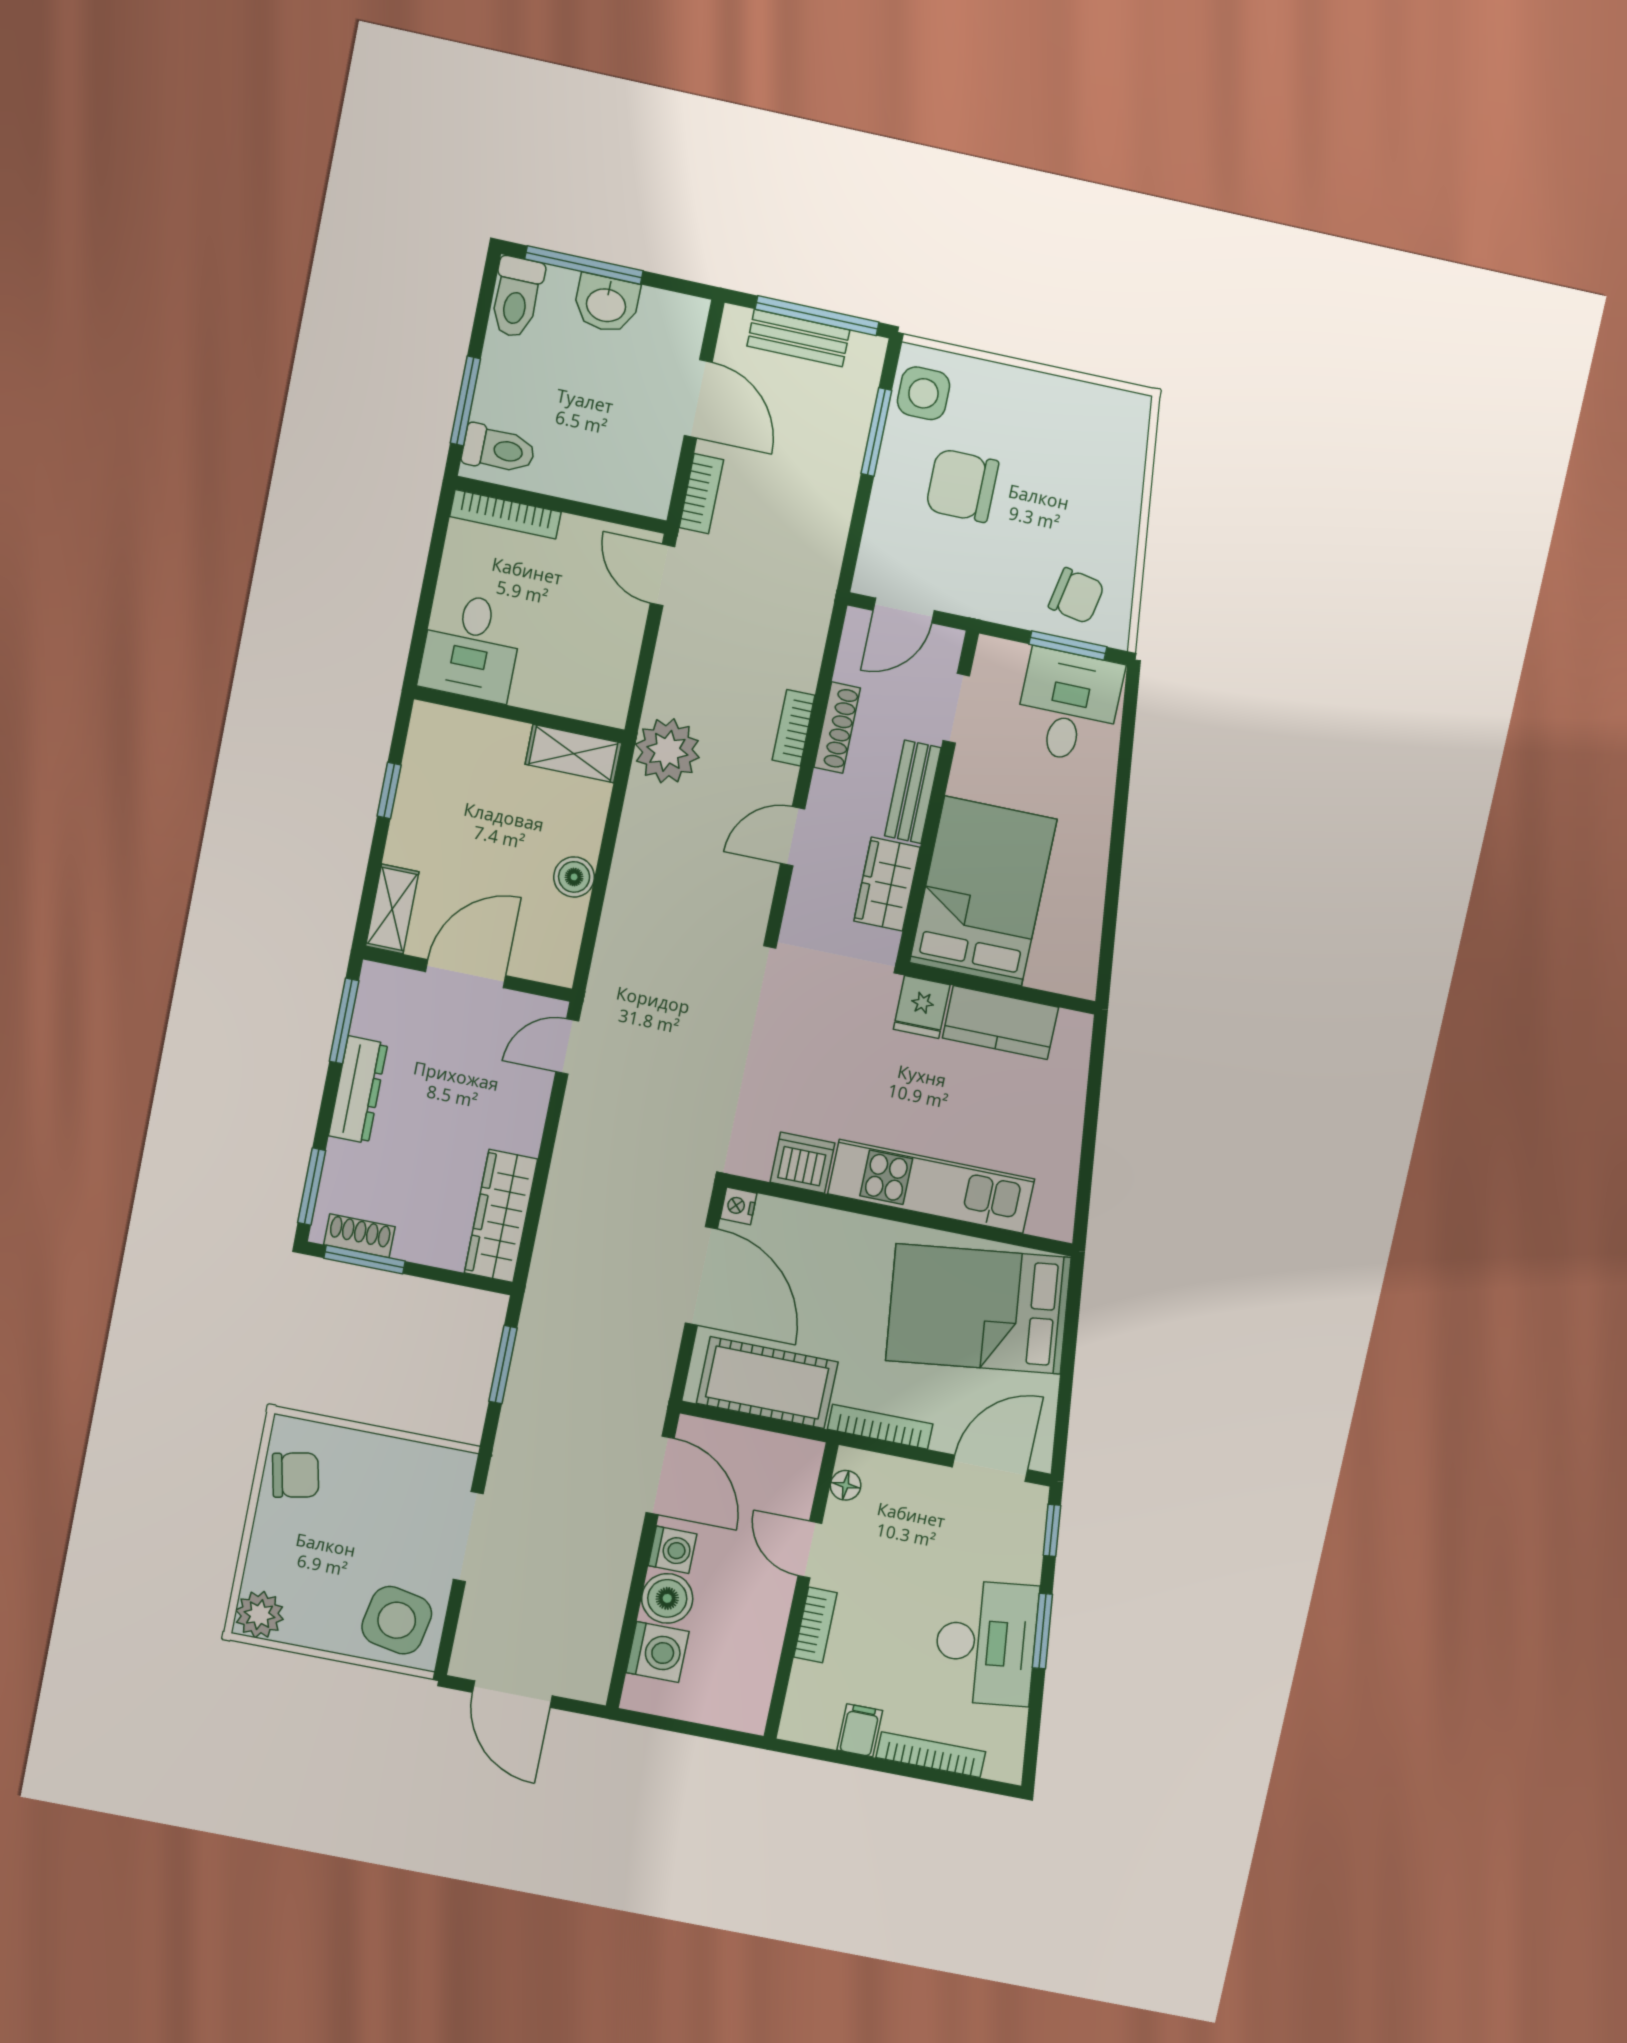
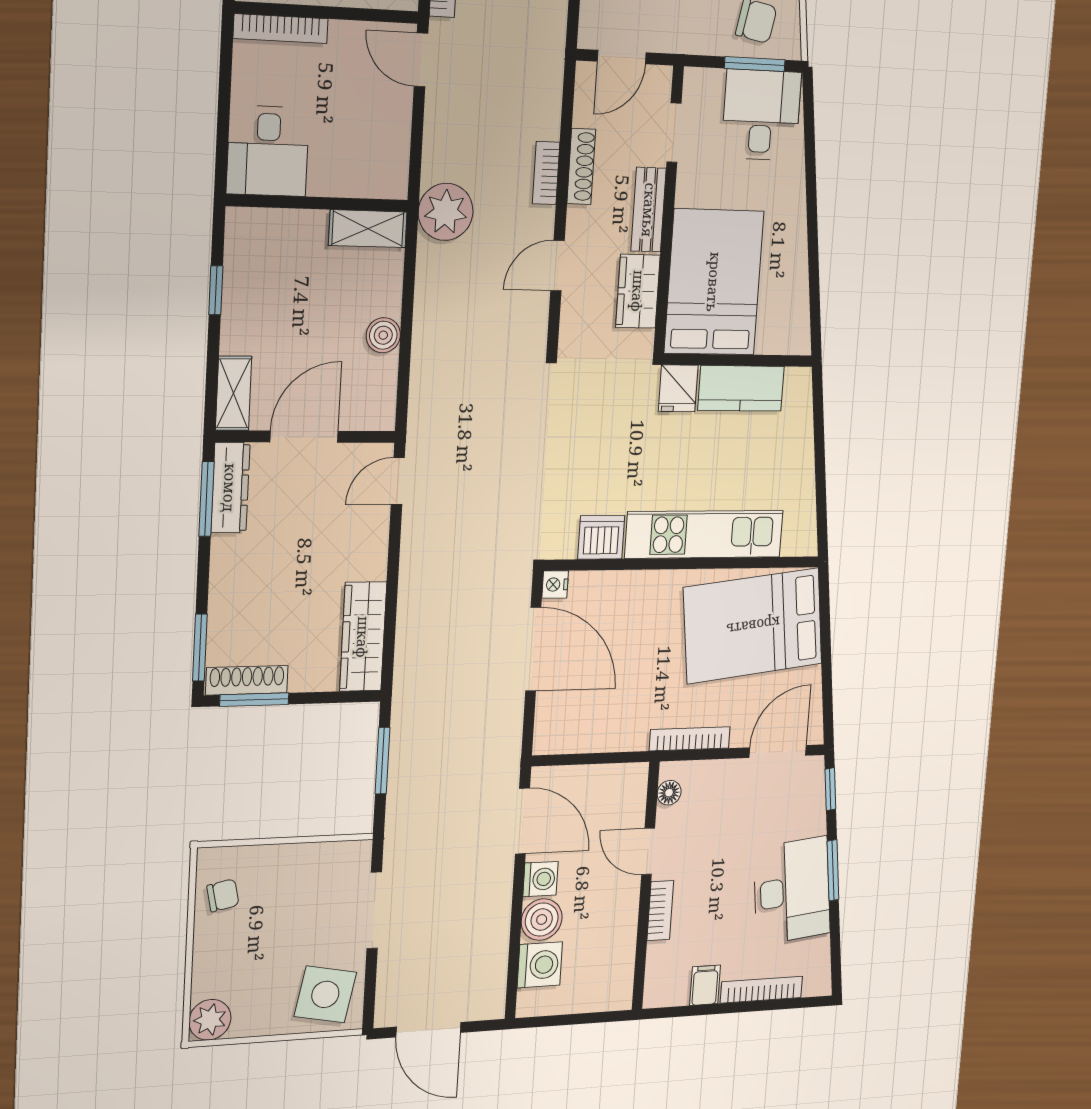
dresser: (358, 1090) -> (230, 488), moved
shoe rack: (359, 1236) -> (247, 680), width x1.43
cot: (767, 1383) -> (597, 724), removed
chair: (296, 1475) -> (223, 895), width x0.73, depth x0.73

